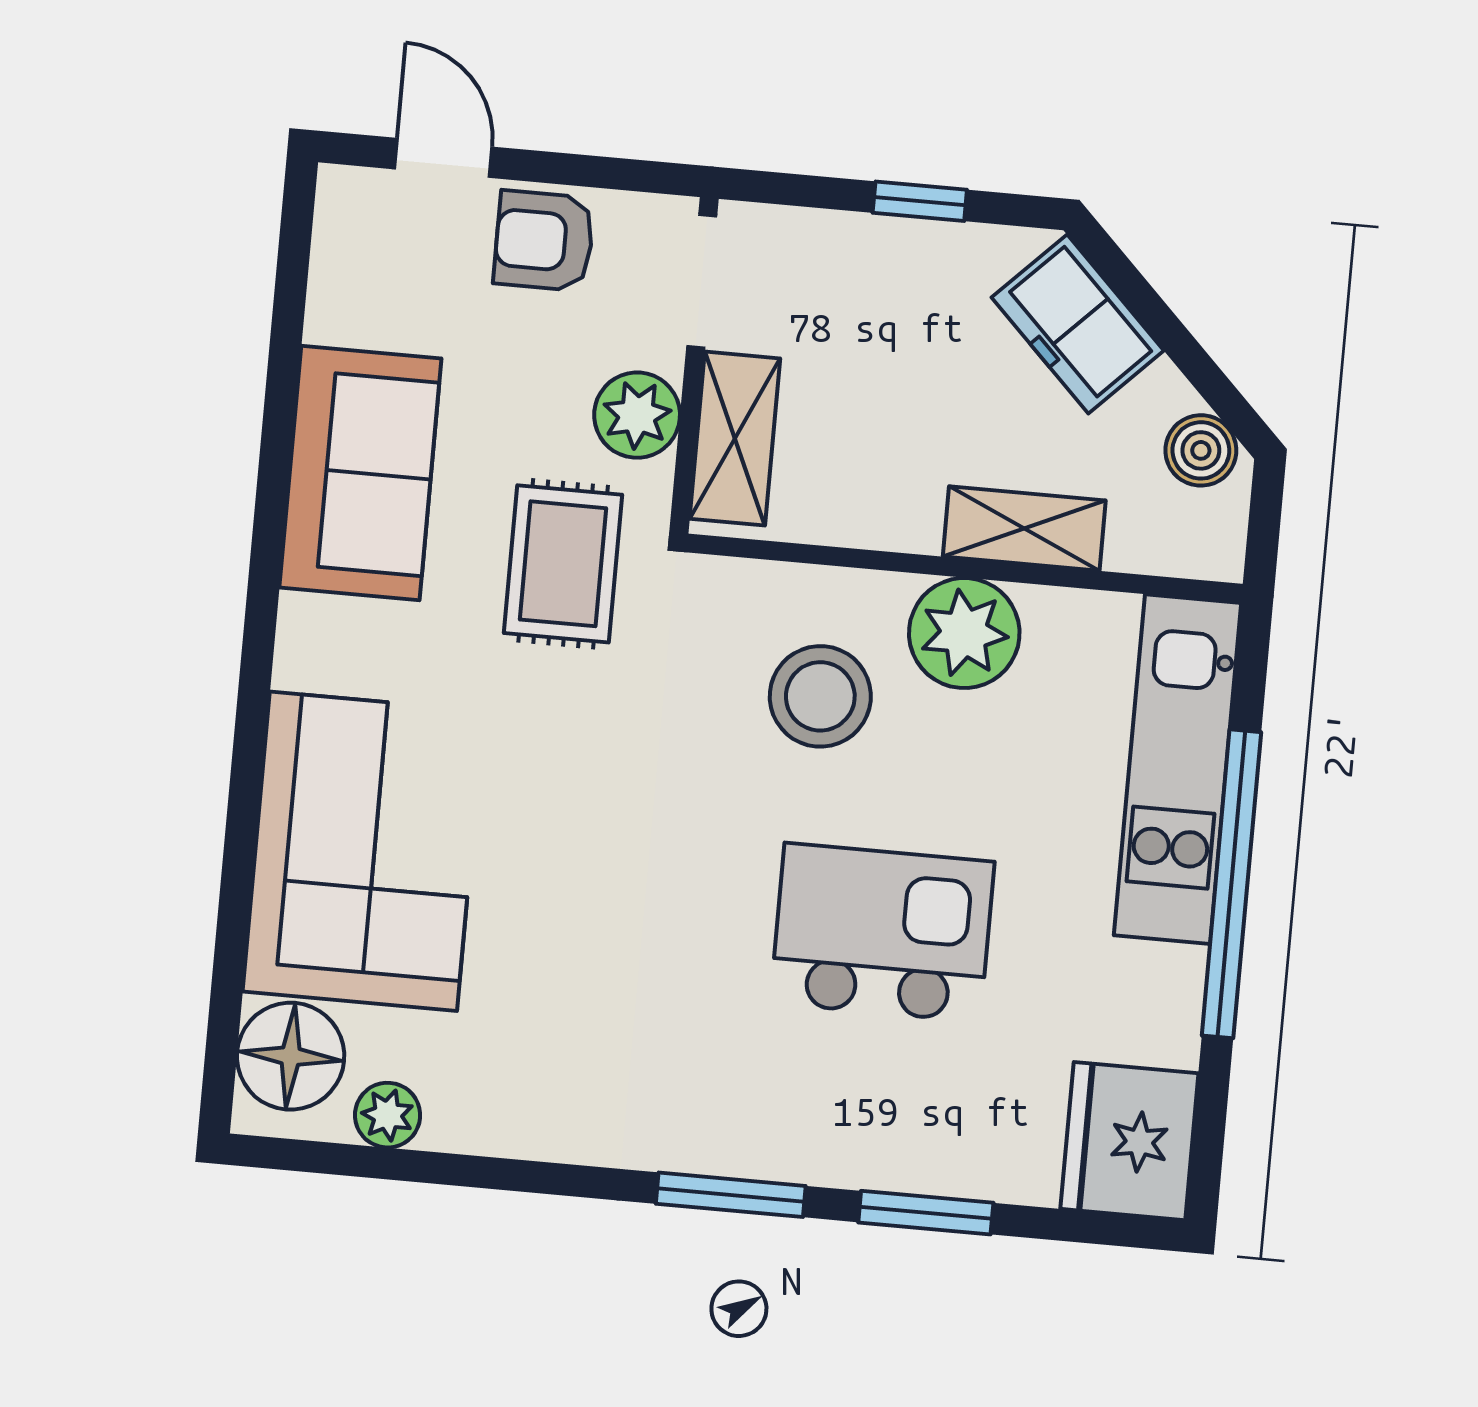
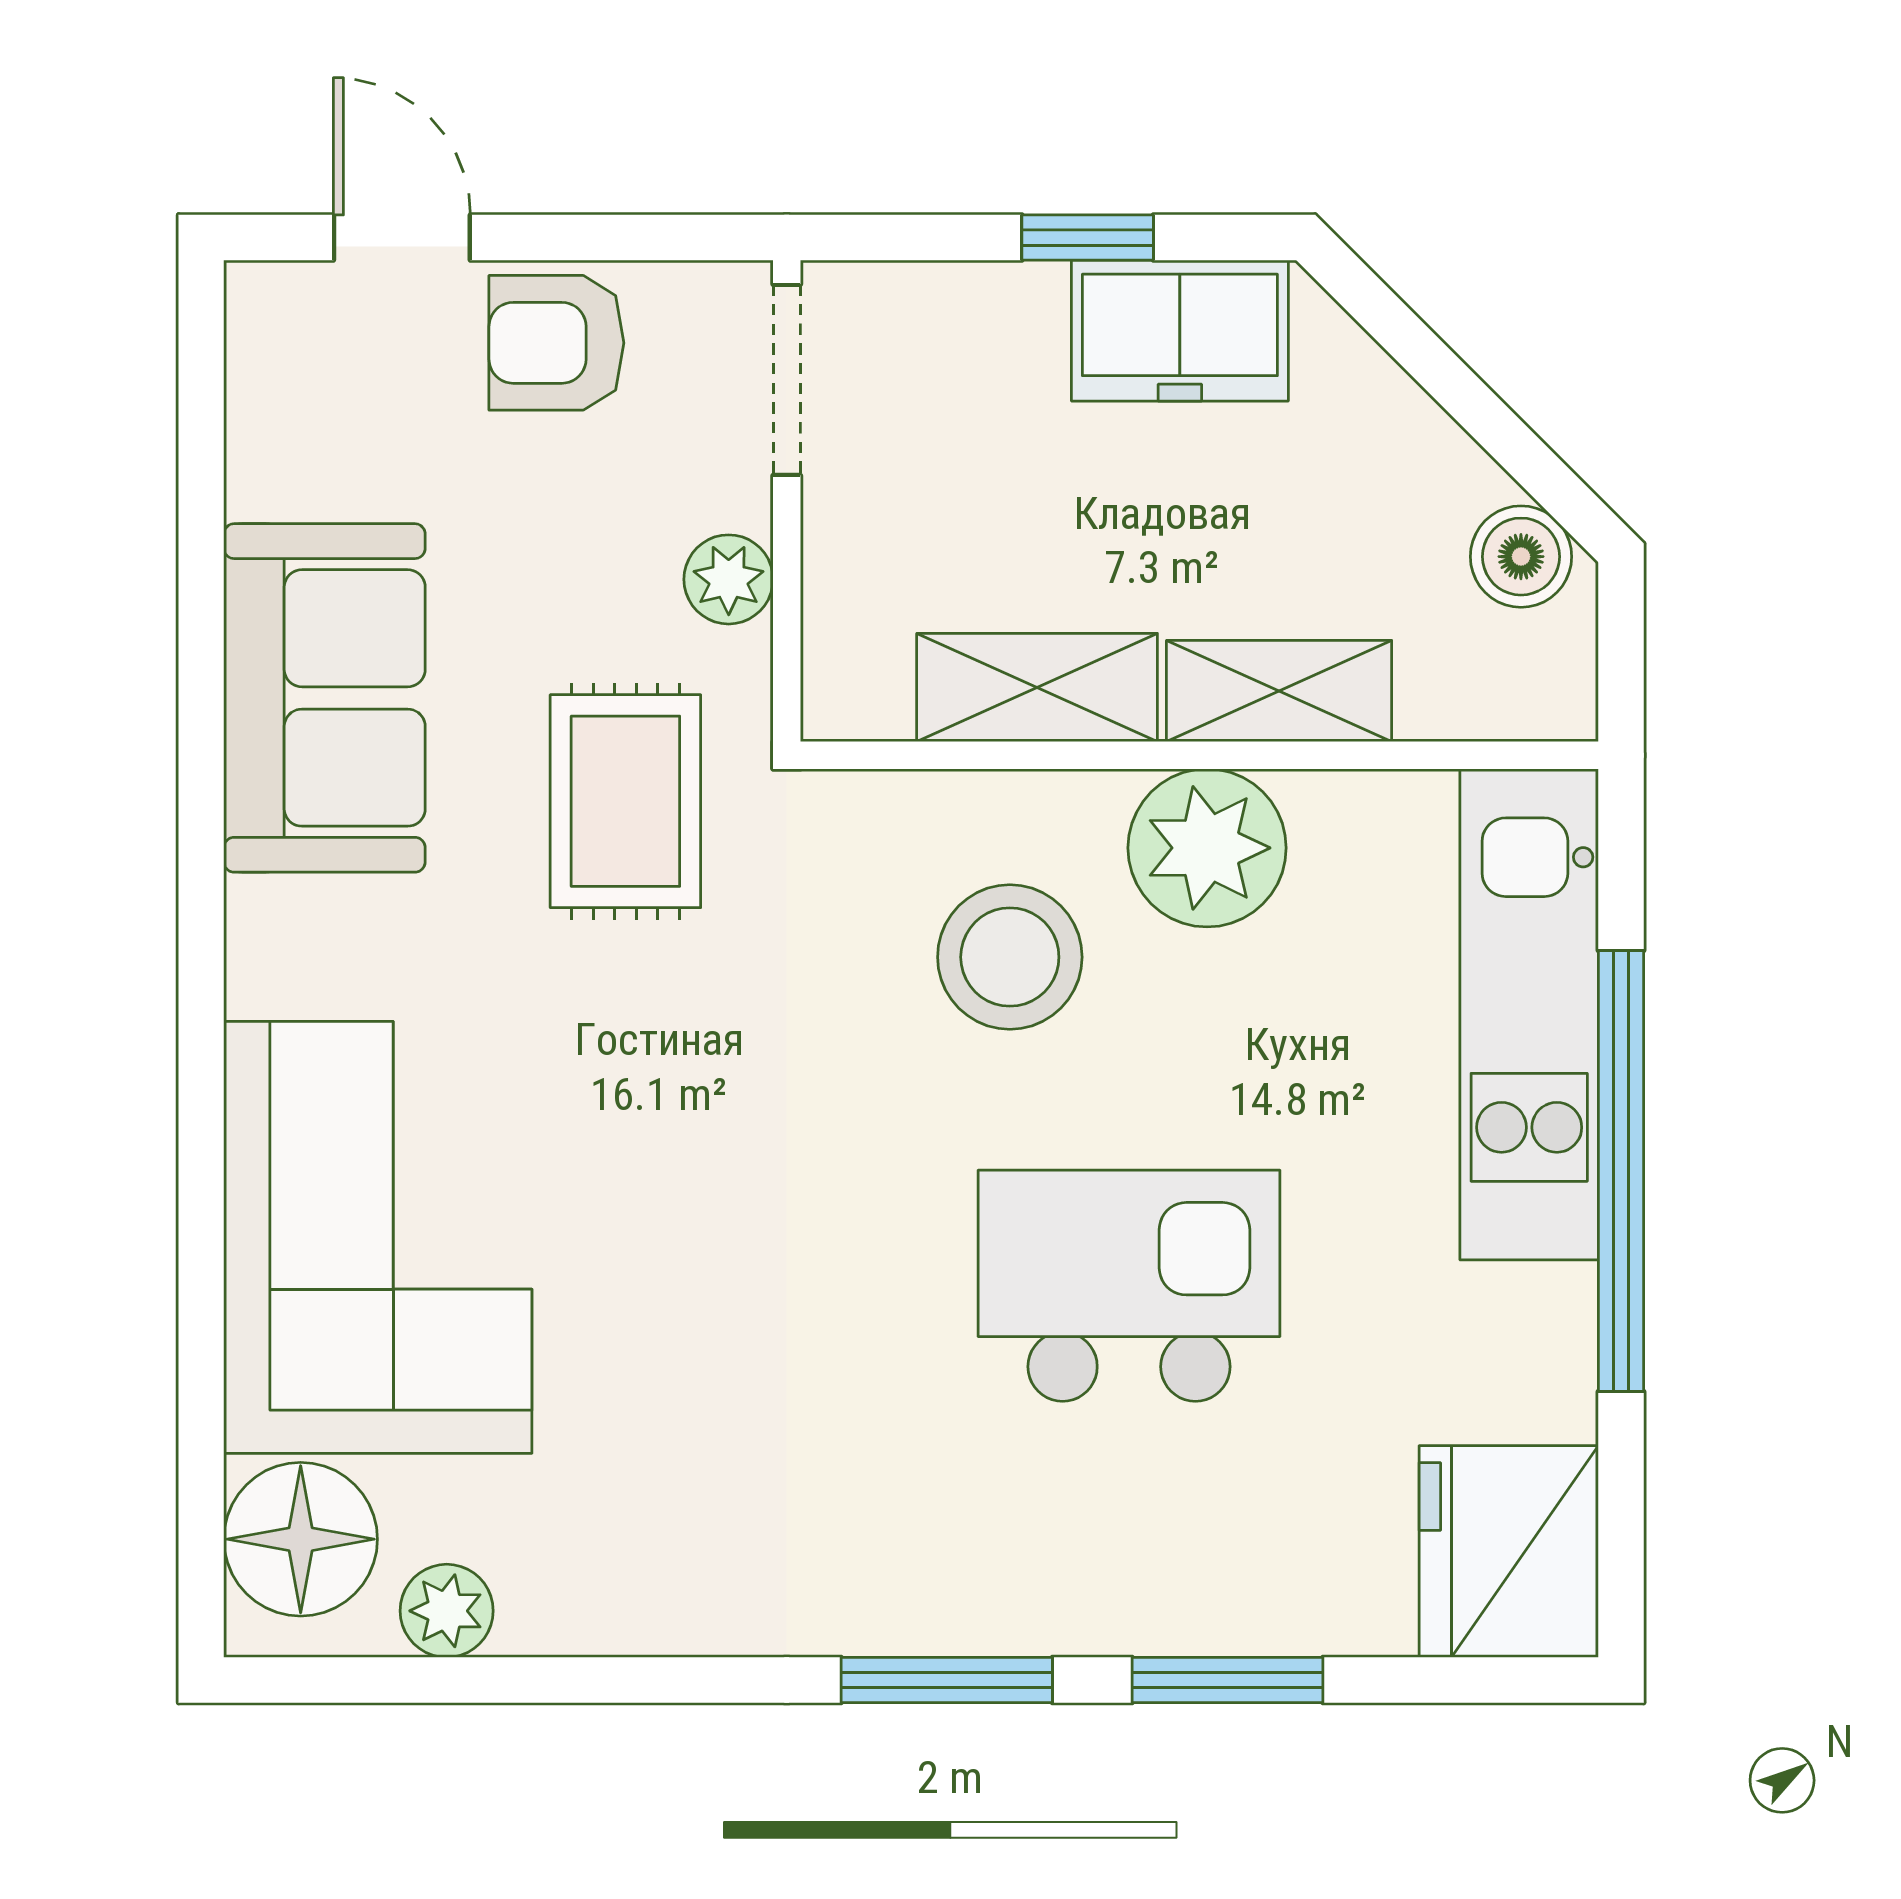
freezer: (1078, 324) -> (1180, 331), moved, turned -45
plant: (637, 415) -> (729, 579), width x0.73, depth x0.73
shelving: (735, 439) -> (1037, 688), moved, turned 90

